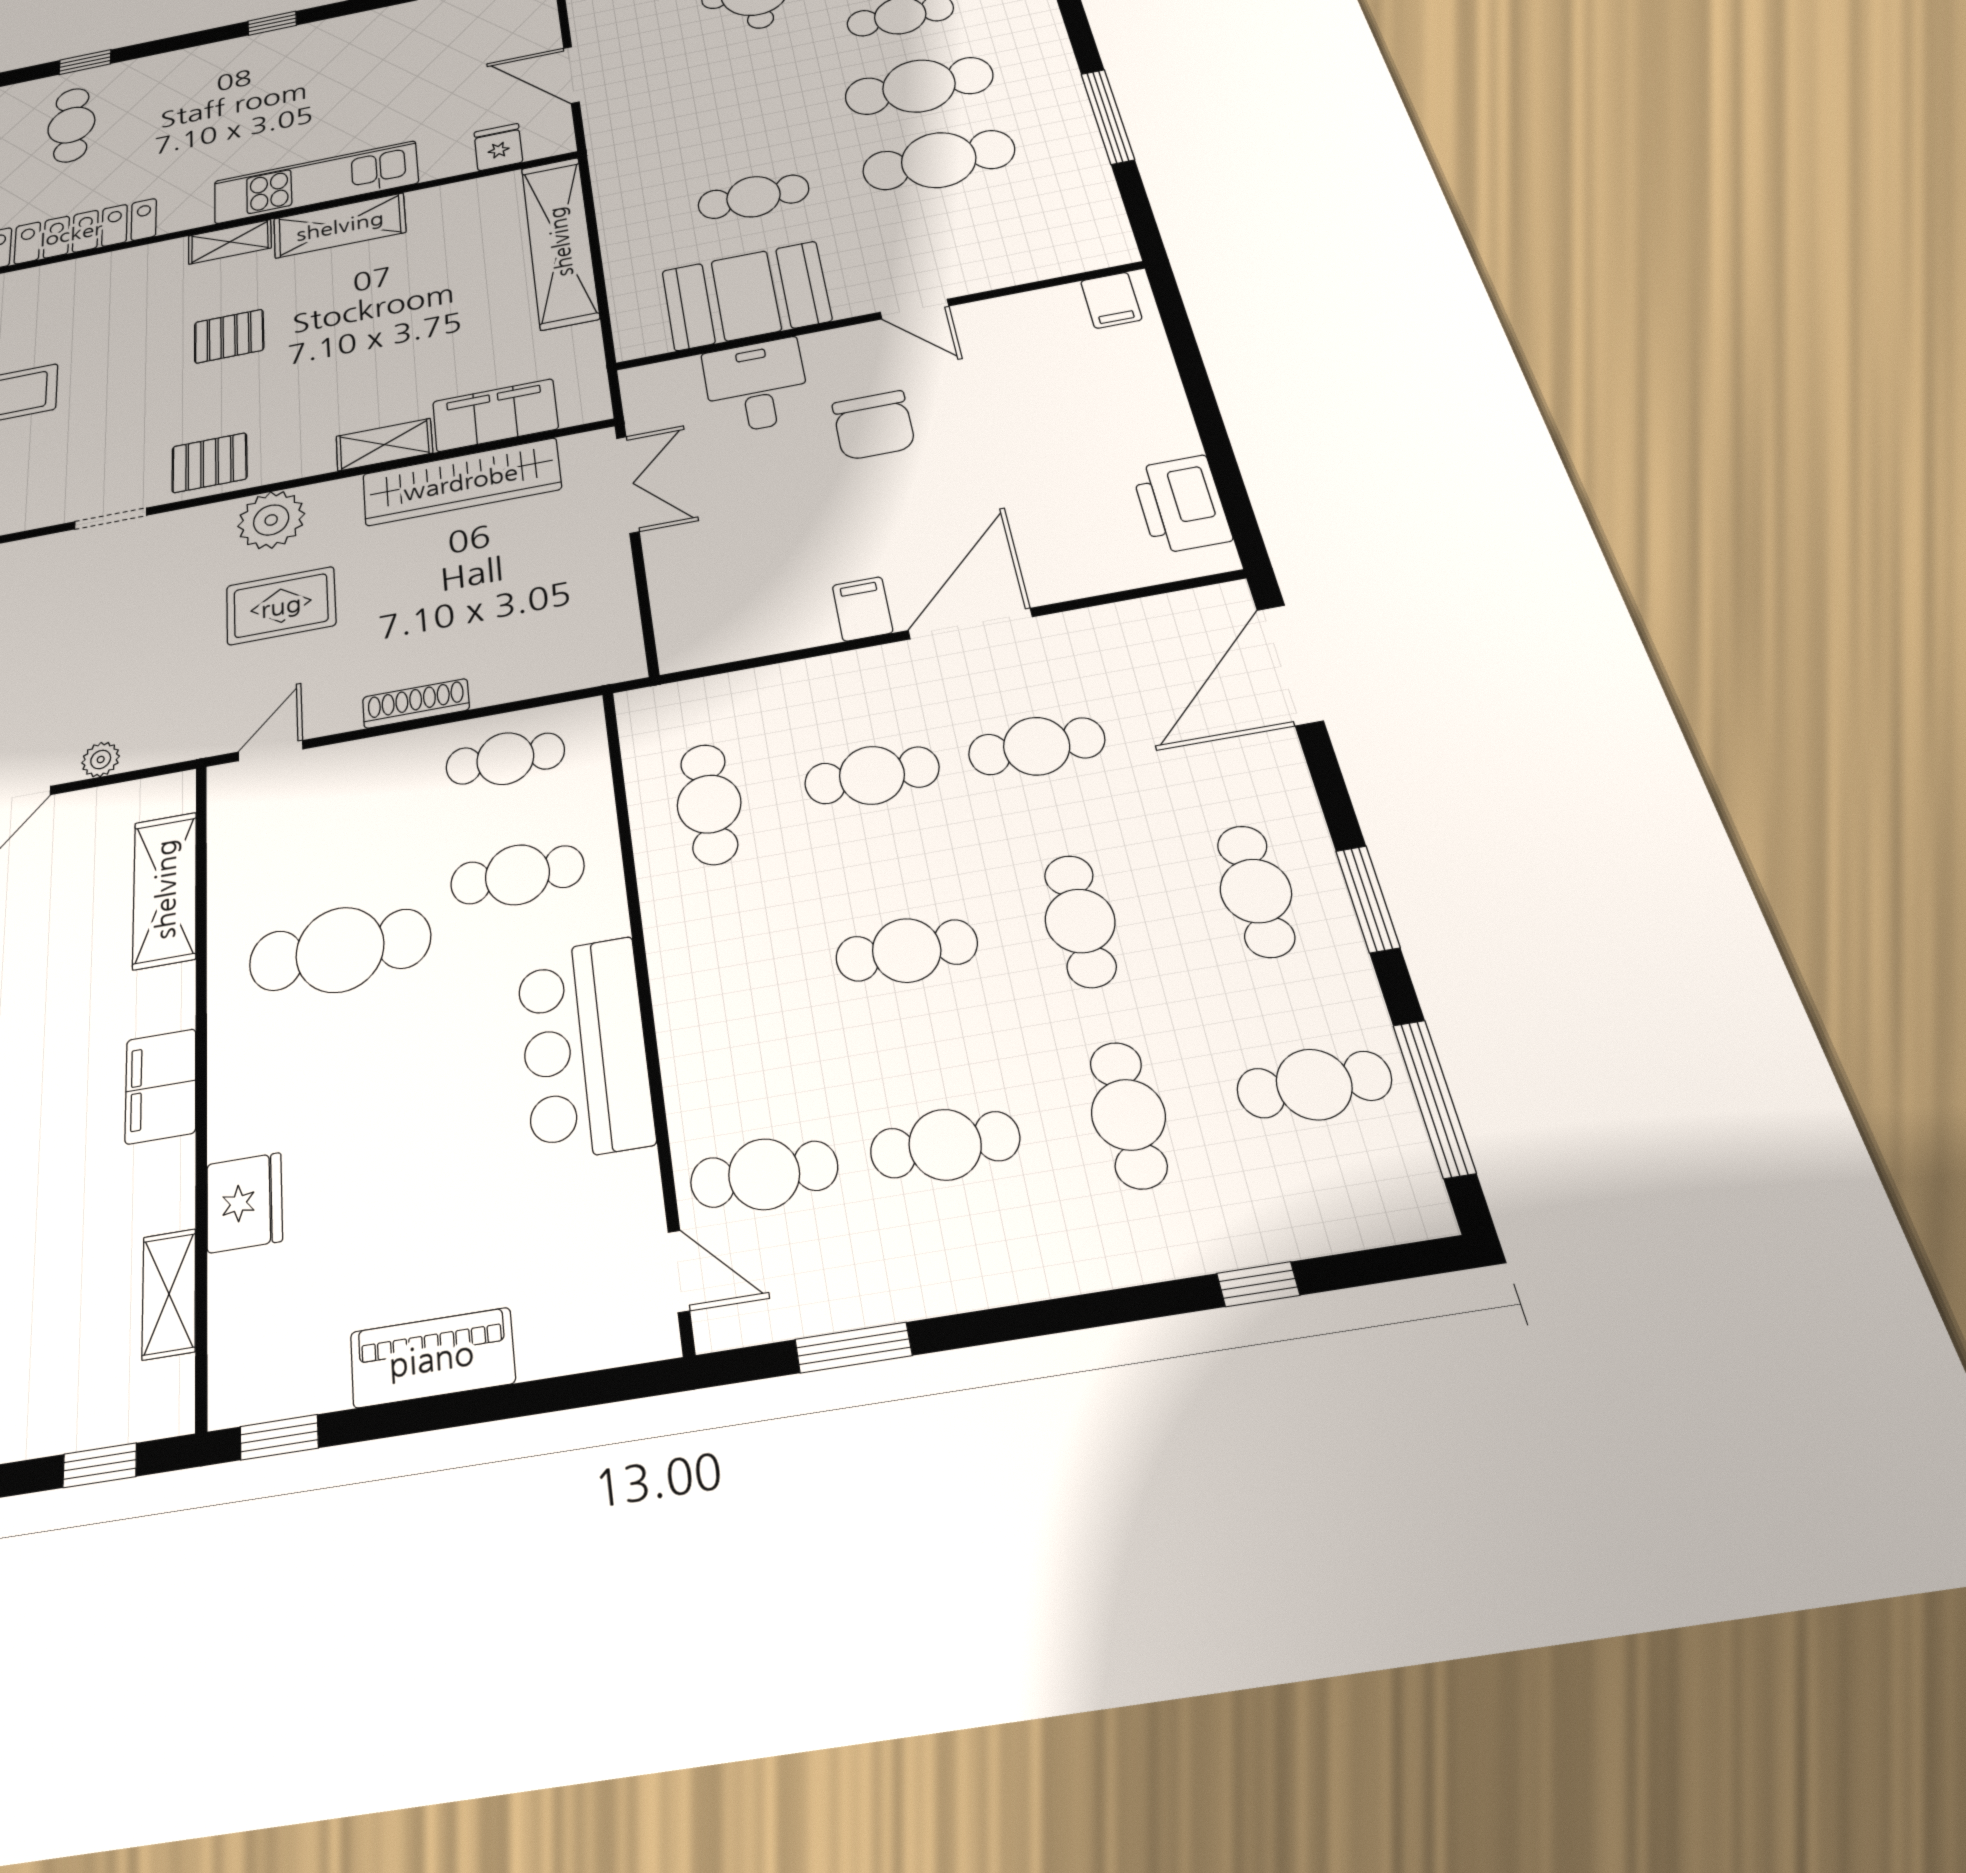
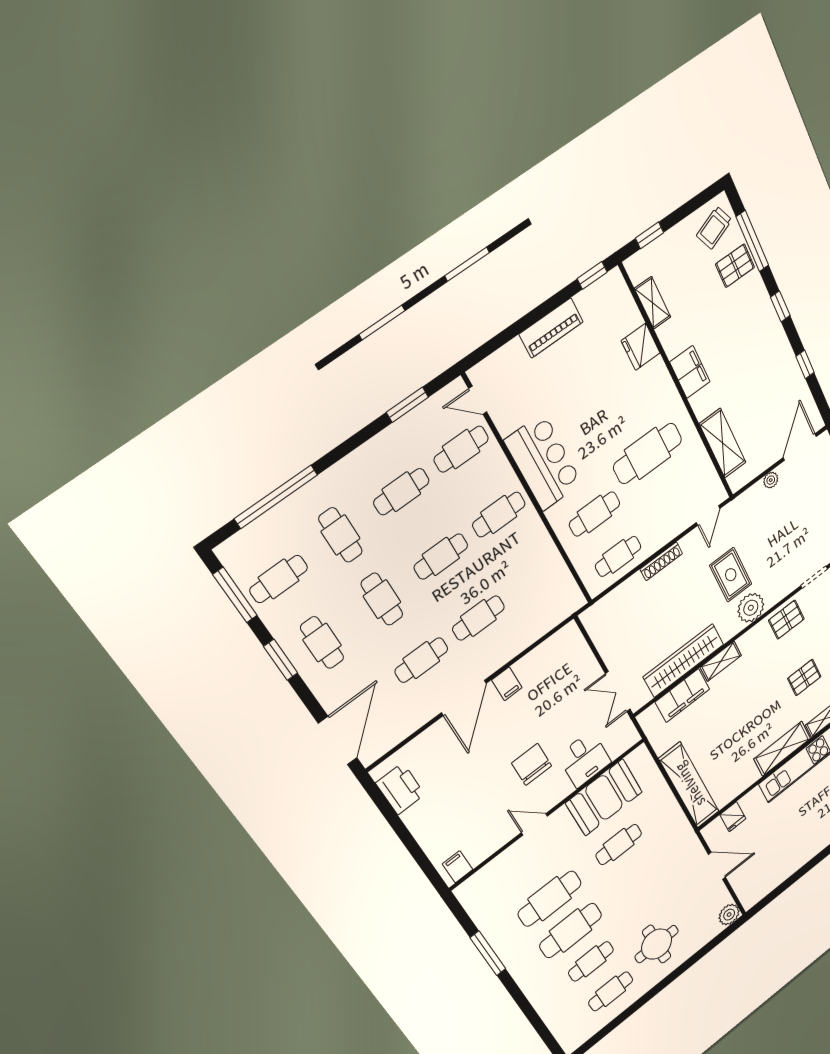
rug: (281, 606) -> (731, 575), turned 90
cafe table: (709, 804) -> (499, 514), moved, turned 90
window: (1258, 1284) -> (276, 497), width x3.17

